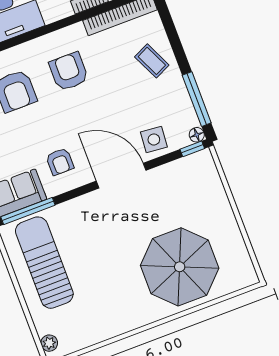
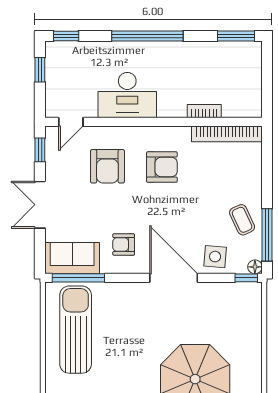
coffee table: (152, 61) -> (242, 220), moved
armchair: (69, 72) -> (162, 167), turned 90
armchair: (60, 162) -> (124, 245), turned 90

